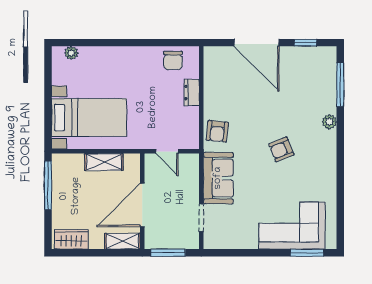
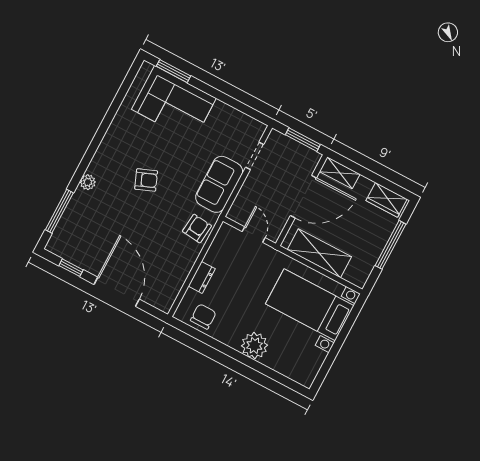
plant: (71, 53) -> (254, 346), moved, width x1.88, depth x1.88
shelving: (104, 162) -> (319, 253), width x1.50, depth x1.33
window: (48, 185) -> (390, 245), moved

